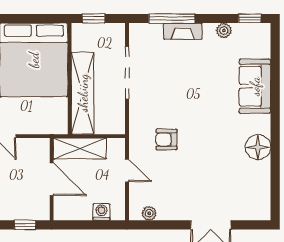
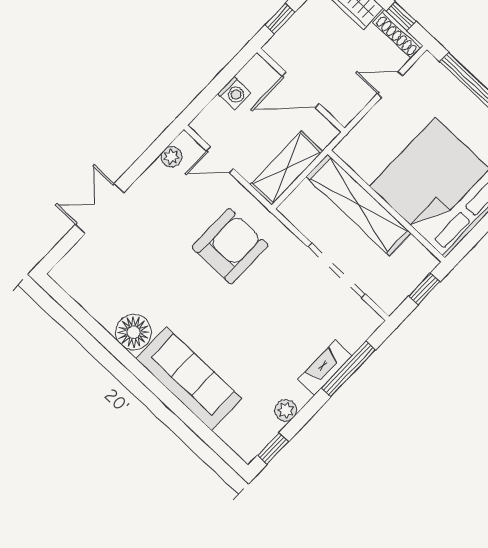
sofa: (255, 86) -> (189, 379), width x1.36
armchair: (166, 139) -> (230, 246), width x1.88, depth x1.88
shelving: (80, 148) -> (287, 168), moved
door: (127, 171) -> (220, 160), moved
washing machine: (101, 212) -> (234, 93), moved

